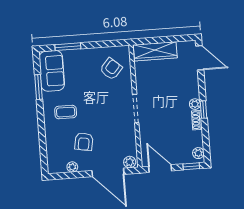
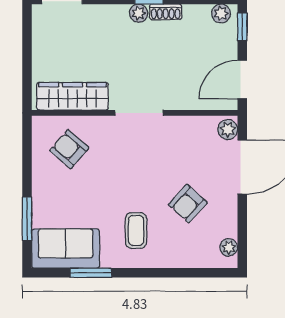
wardrobe: (155, 51) -> (73, 96), moved, turned -90
armchair: (84, 142) -> (188, 204), turned 122
plant: (72, 167) -> (229, 247), moved

